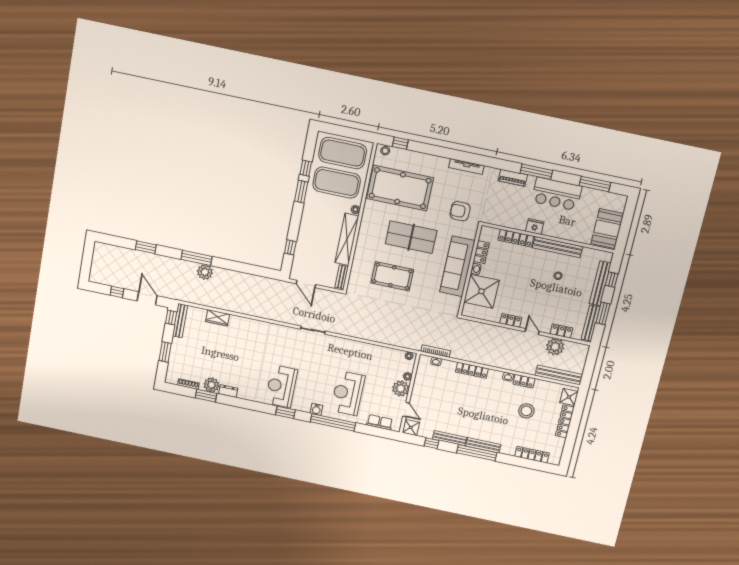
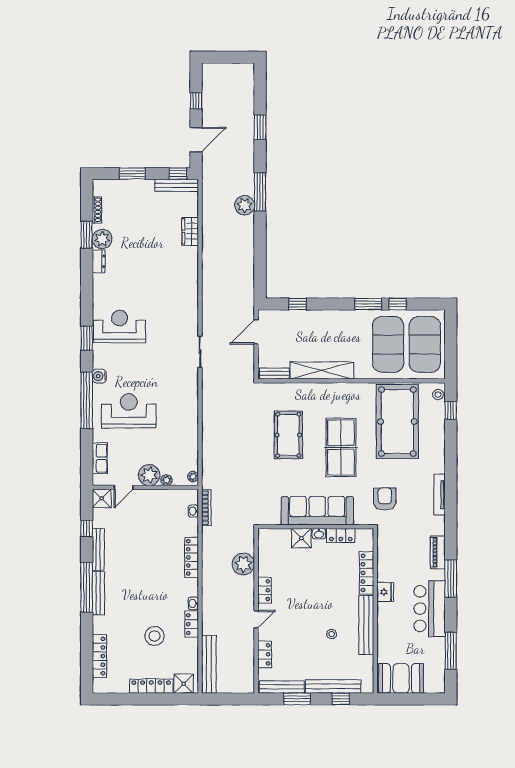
plant: (355, 210) -> (360, 374), removed
shower: (481, 291) -> (301, 538), width x0.54, depth x0.54
plant: (555, 347) -> (243, 564), moved

